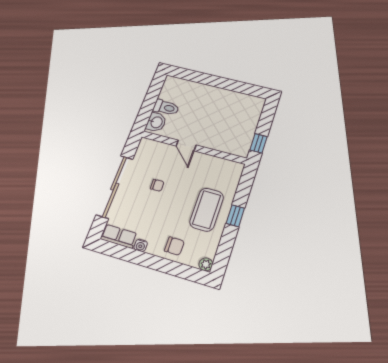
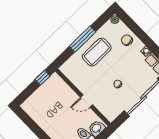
door: (186, 145) -> (87, 101), swing flipped
window: (235, 216) -> (82, 39), width x2.17

